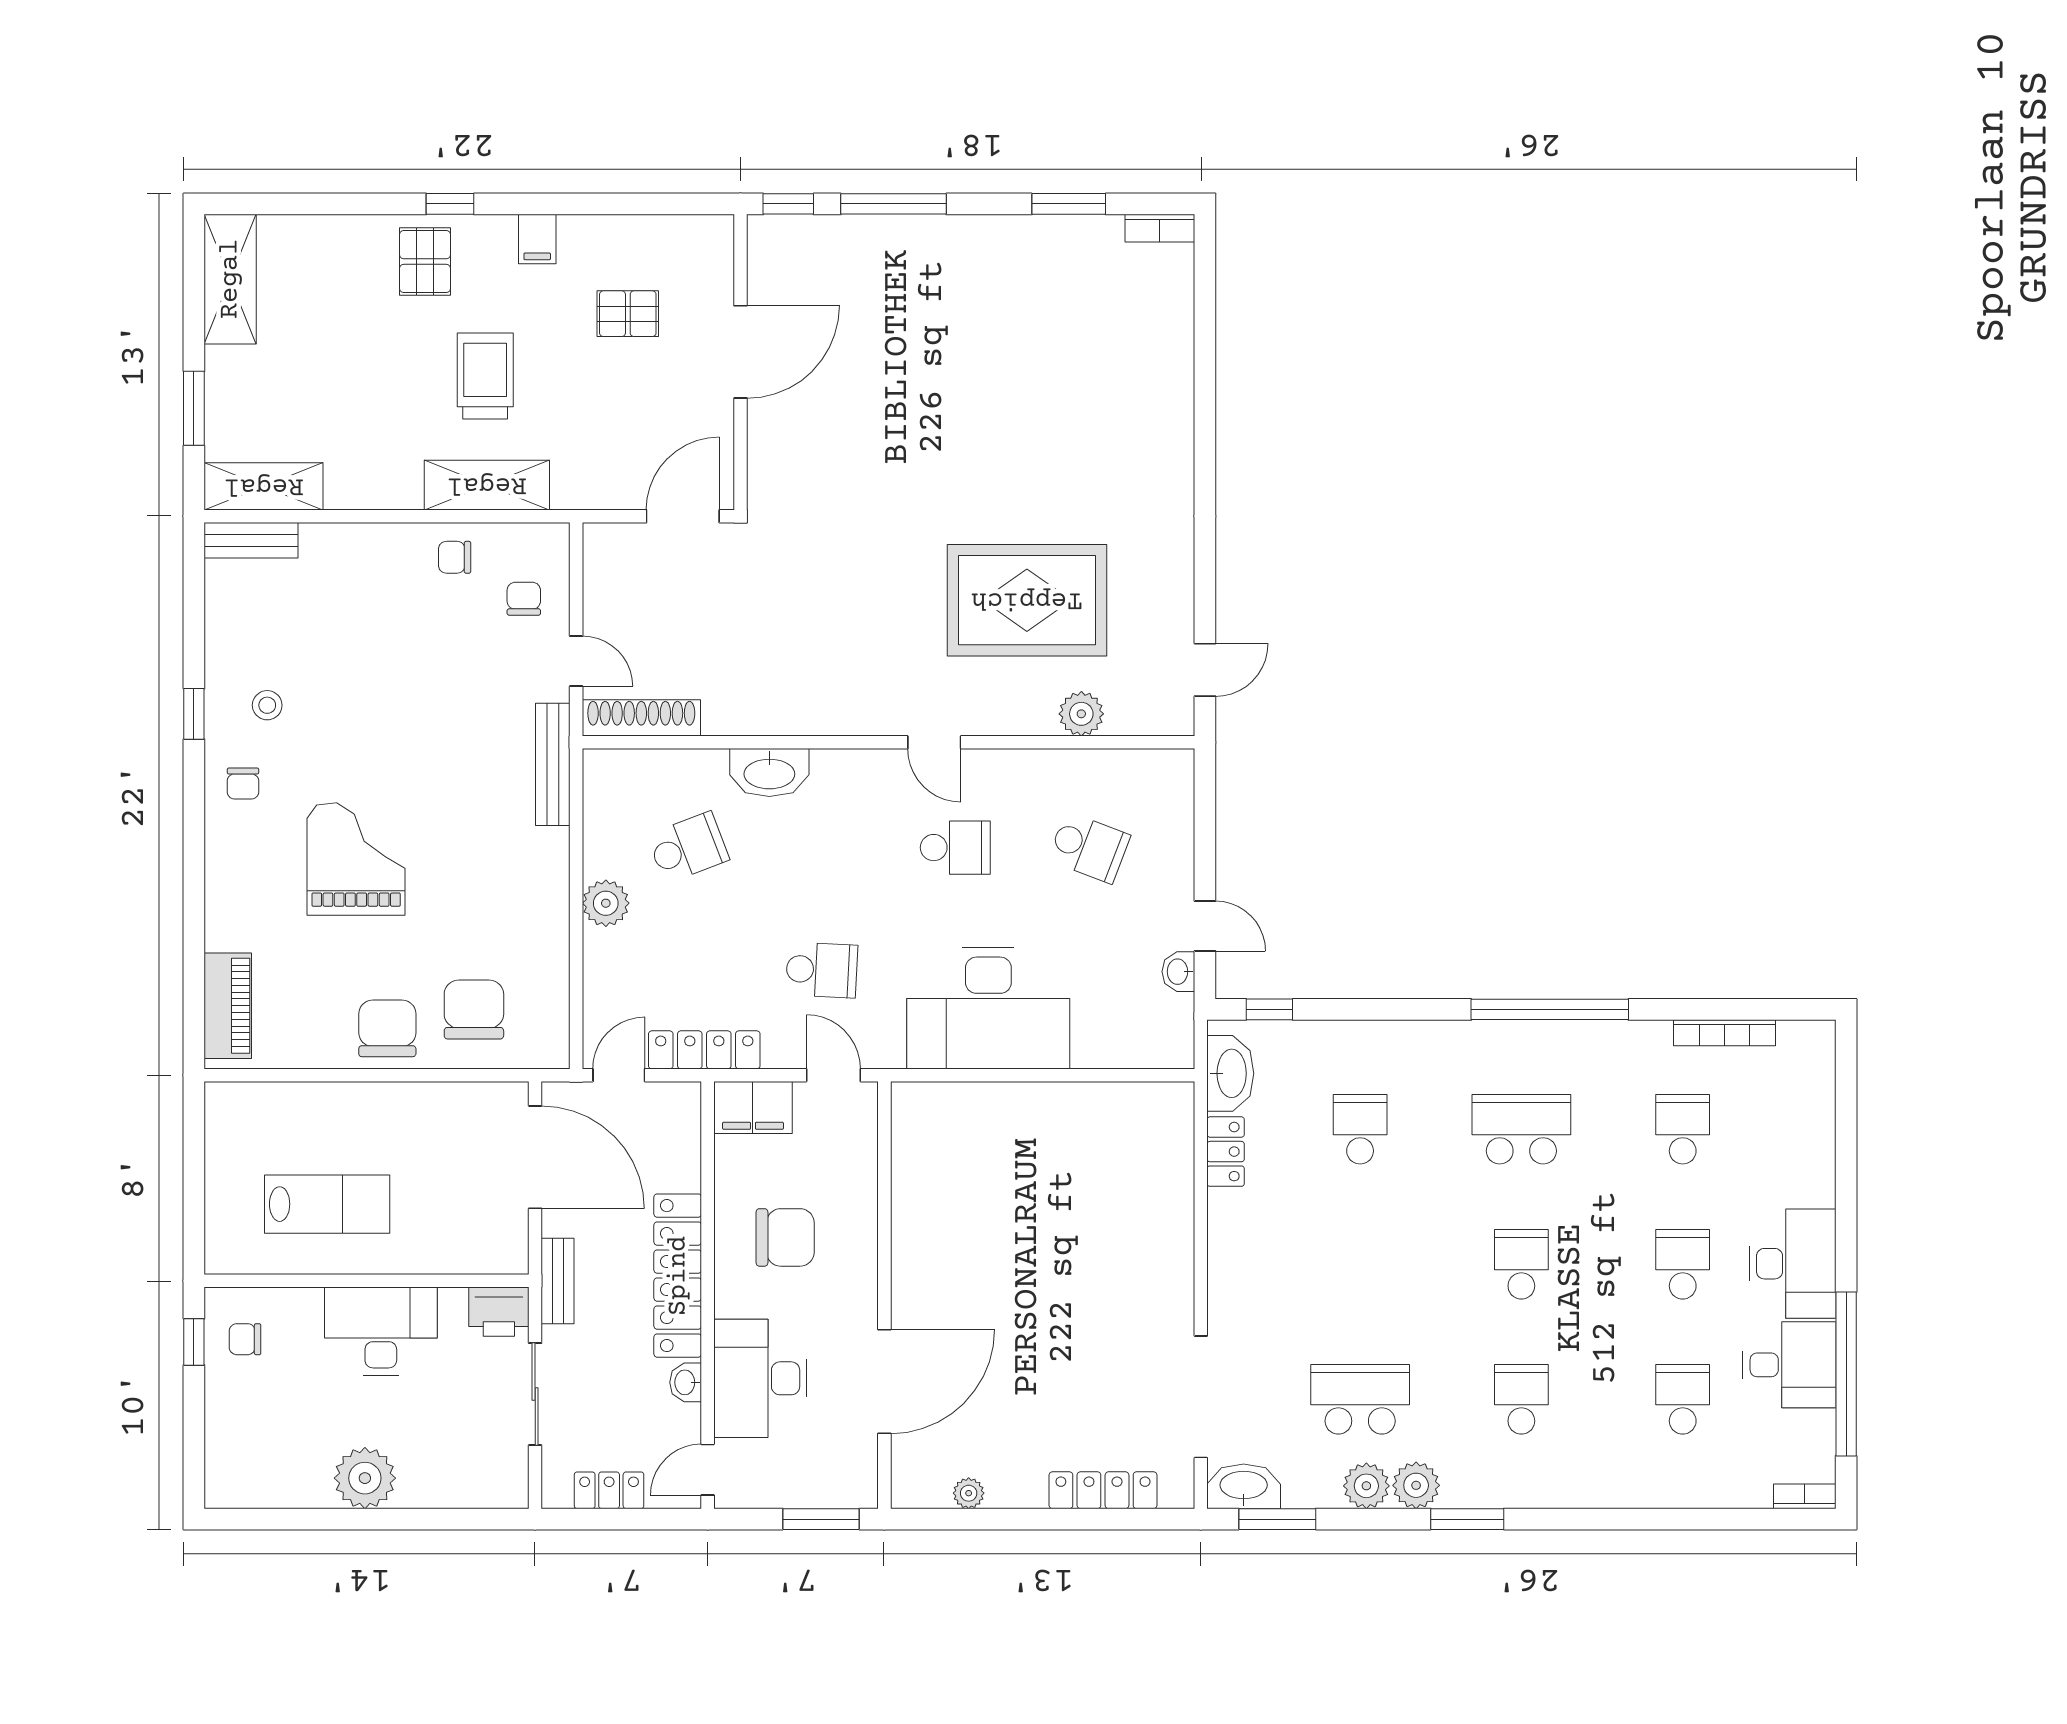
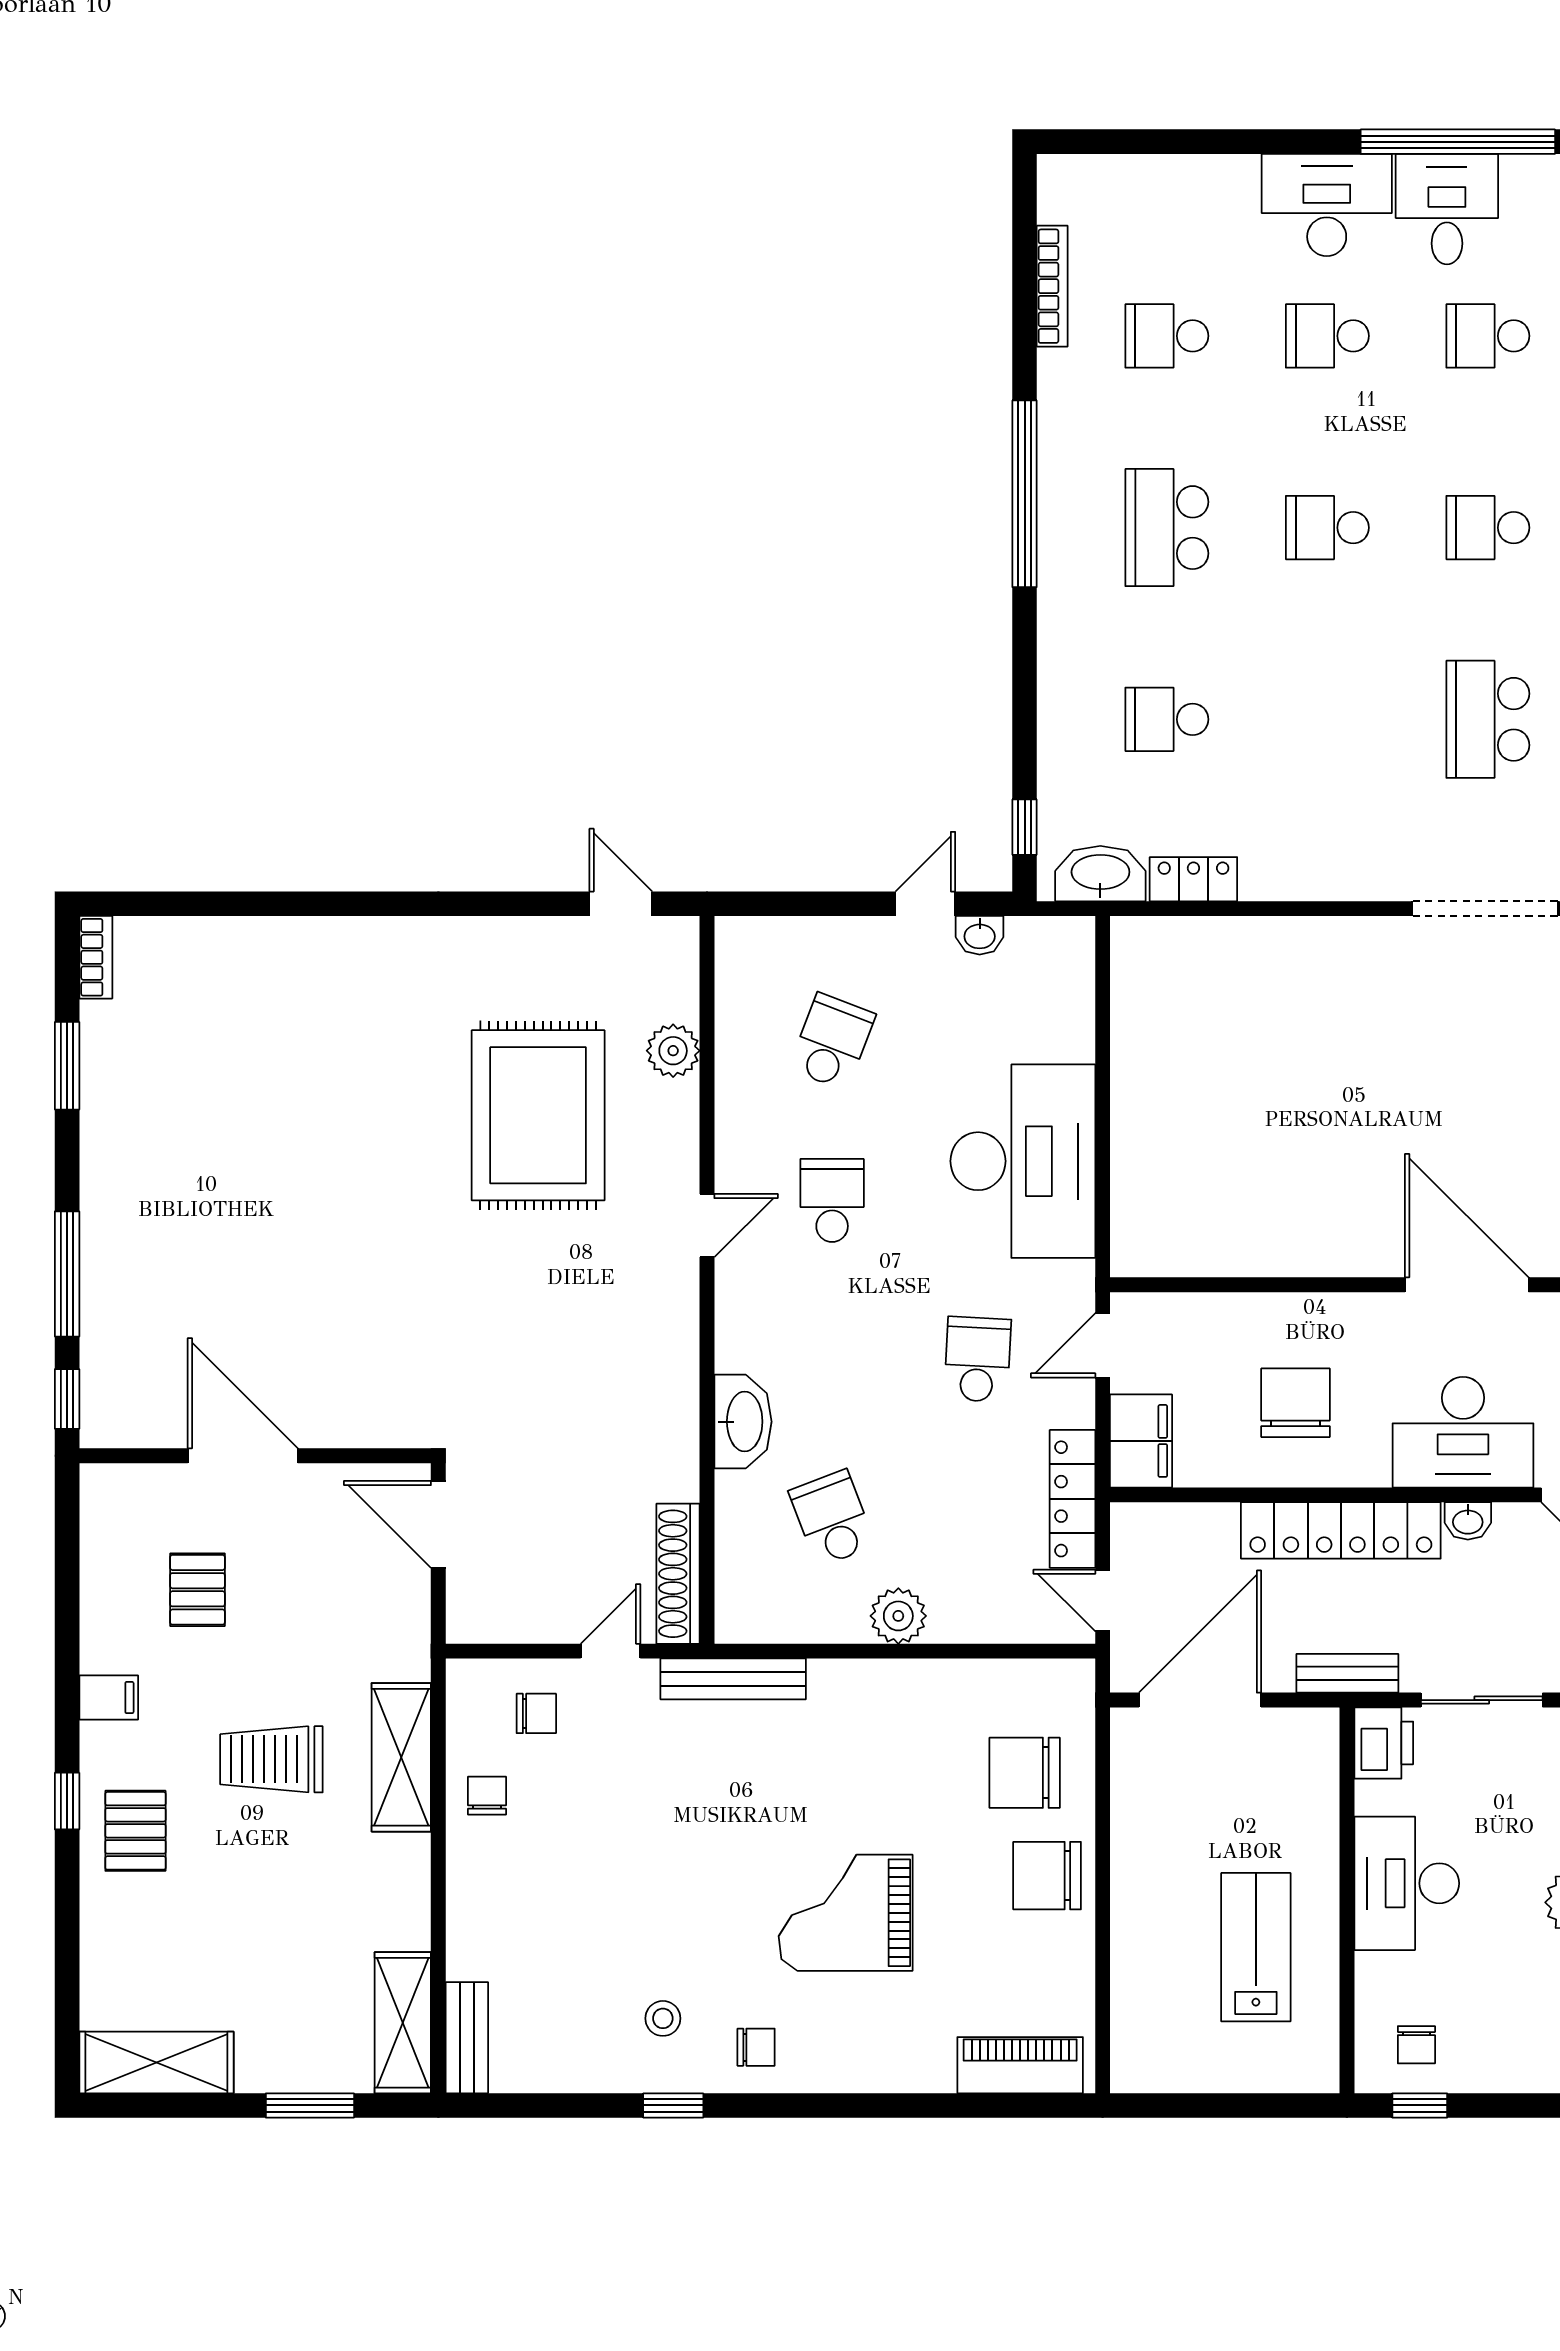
pallet: (425, 262) -> (135, 1831), turned 90
chair: (455, 557) -> (487, 1796), turned 180
chair: (524, 599) -> (536, 1713), turned 180

